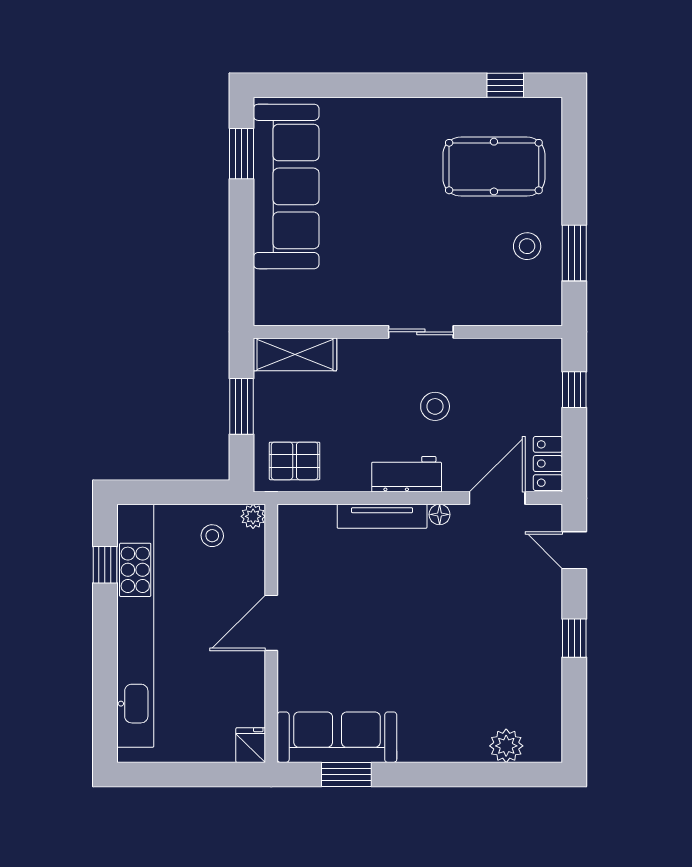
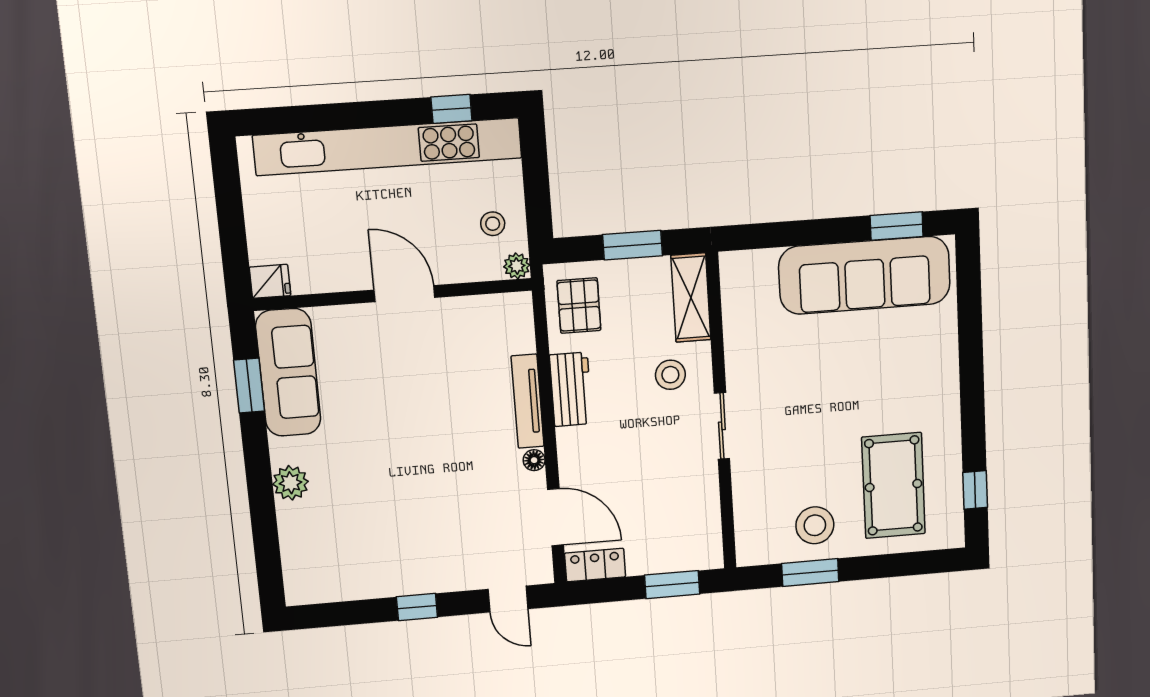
stool: (527, 246) -> (815, 525), width x1.38, depth x1.38
window: (574, 390) -> (672, 585), width x1.50
stool: (435, 406) -> (670, 375), moved
workbench: (407, 474) -> (571, 389), moved
door: (574, 550) -> (508, 599), swing flipped
plant: (506, 746) -> (291, 483), moved

